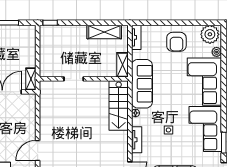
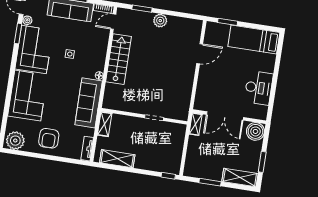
armchair: (176, 42) -> (49, 138), turned 180
plant: (217, 52) -> (27, 20), moved
stairs: (119, 105) -> (118, 59), moved
tv unit: (137, 140) -> (102, 49), removed

